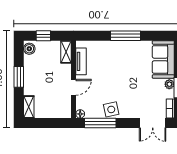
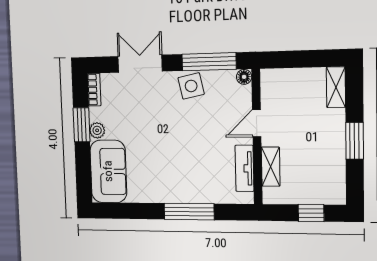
window: (126, 36) -> (189, 212), moved
boiler: (29, 49) -> (336, 190), removed
shelving: (66, 52) -> (271, 167), moved
double door: (153, 123) -> (140, 64), moved

